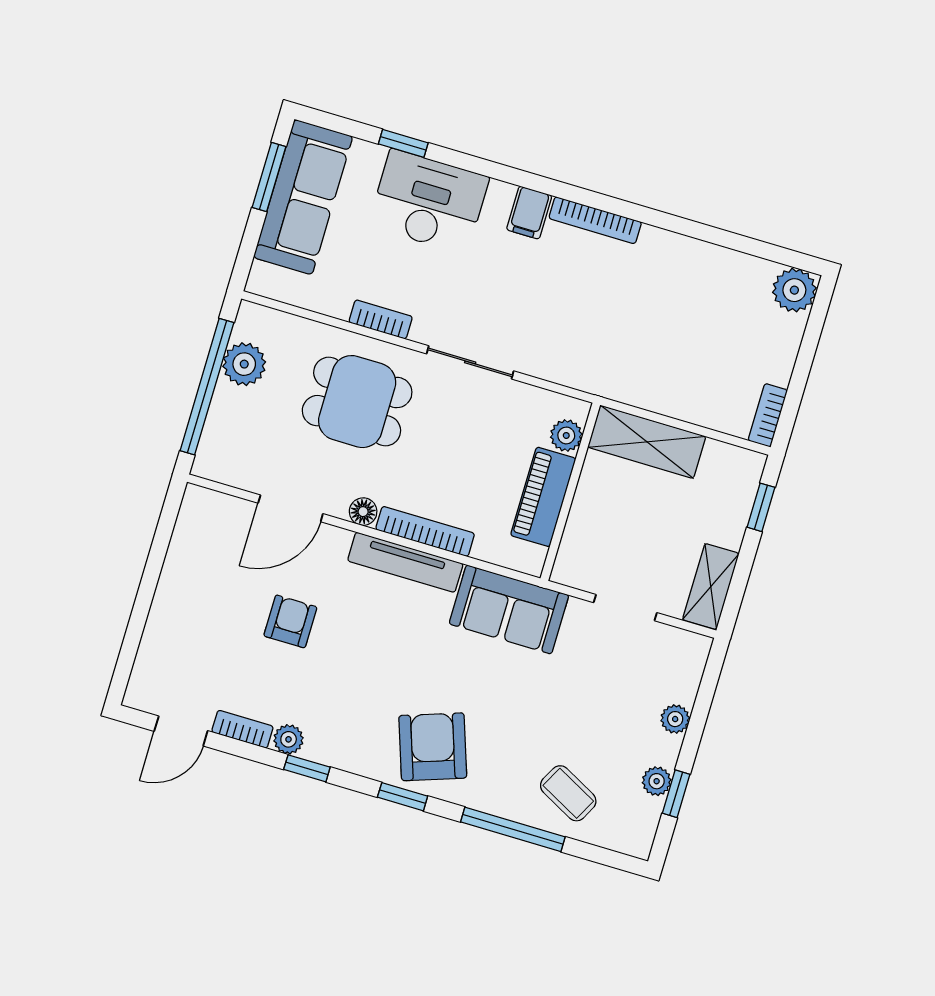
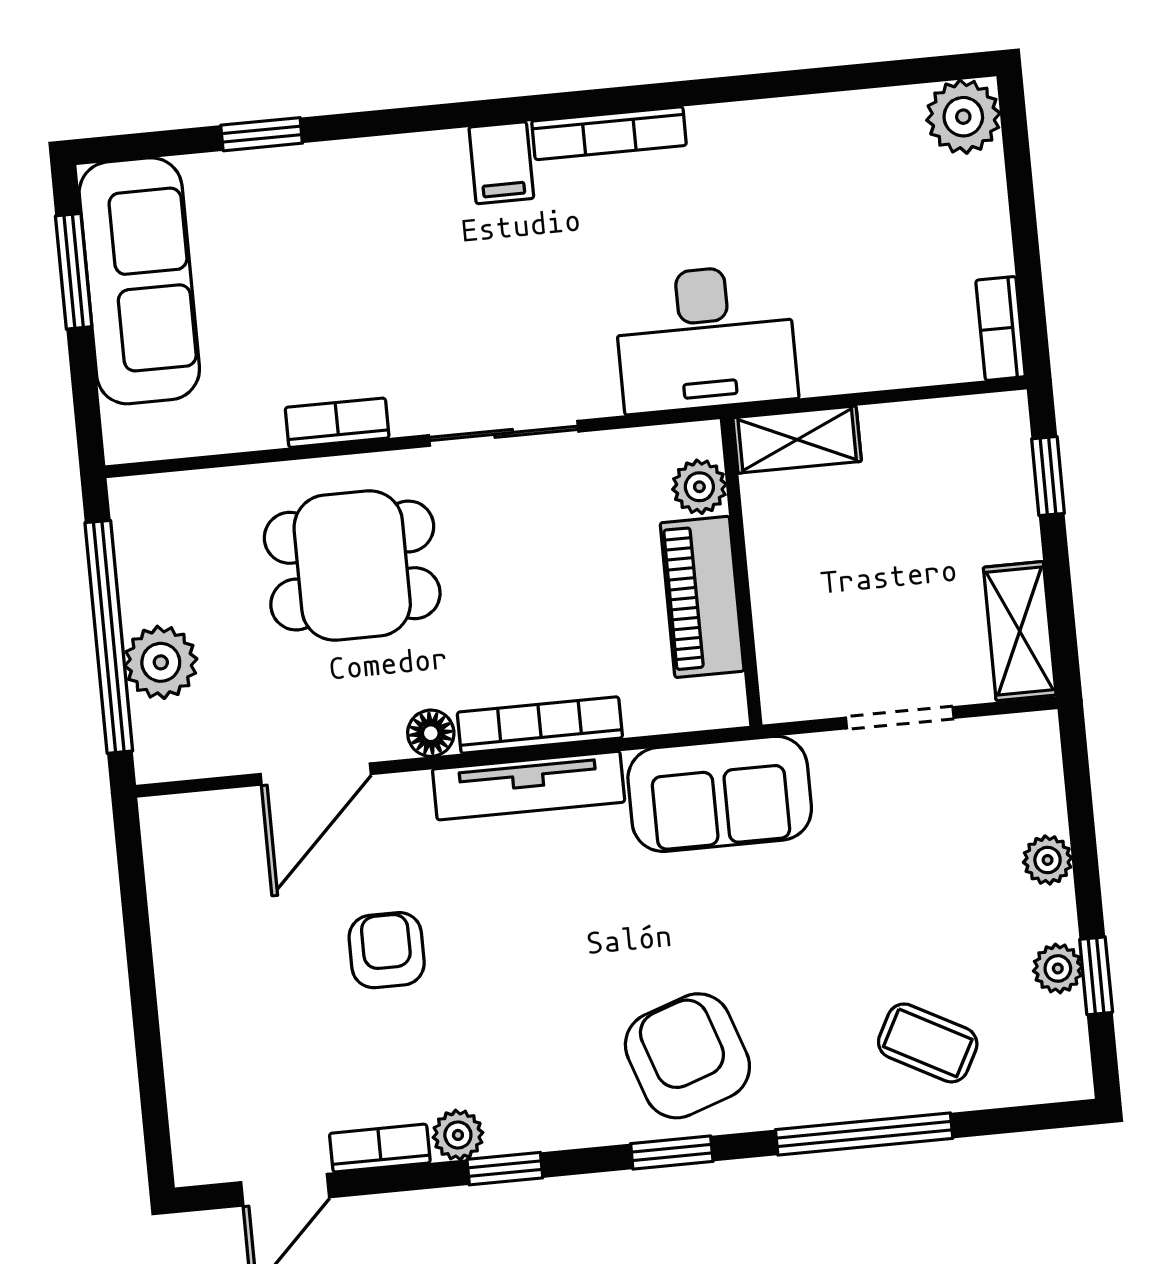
desk: (429, 202) -> (705, 338), moved, turned 180
plant: (244, 364) -> (161, 662), moved
shelving: (647, 442) -> (797, 440), width x0.67, depth x0.75

